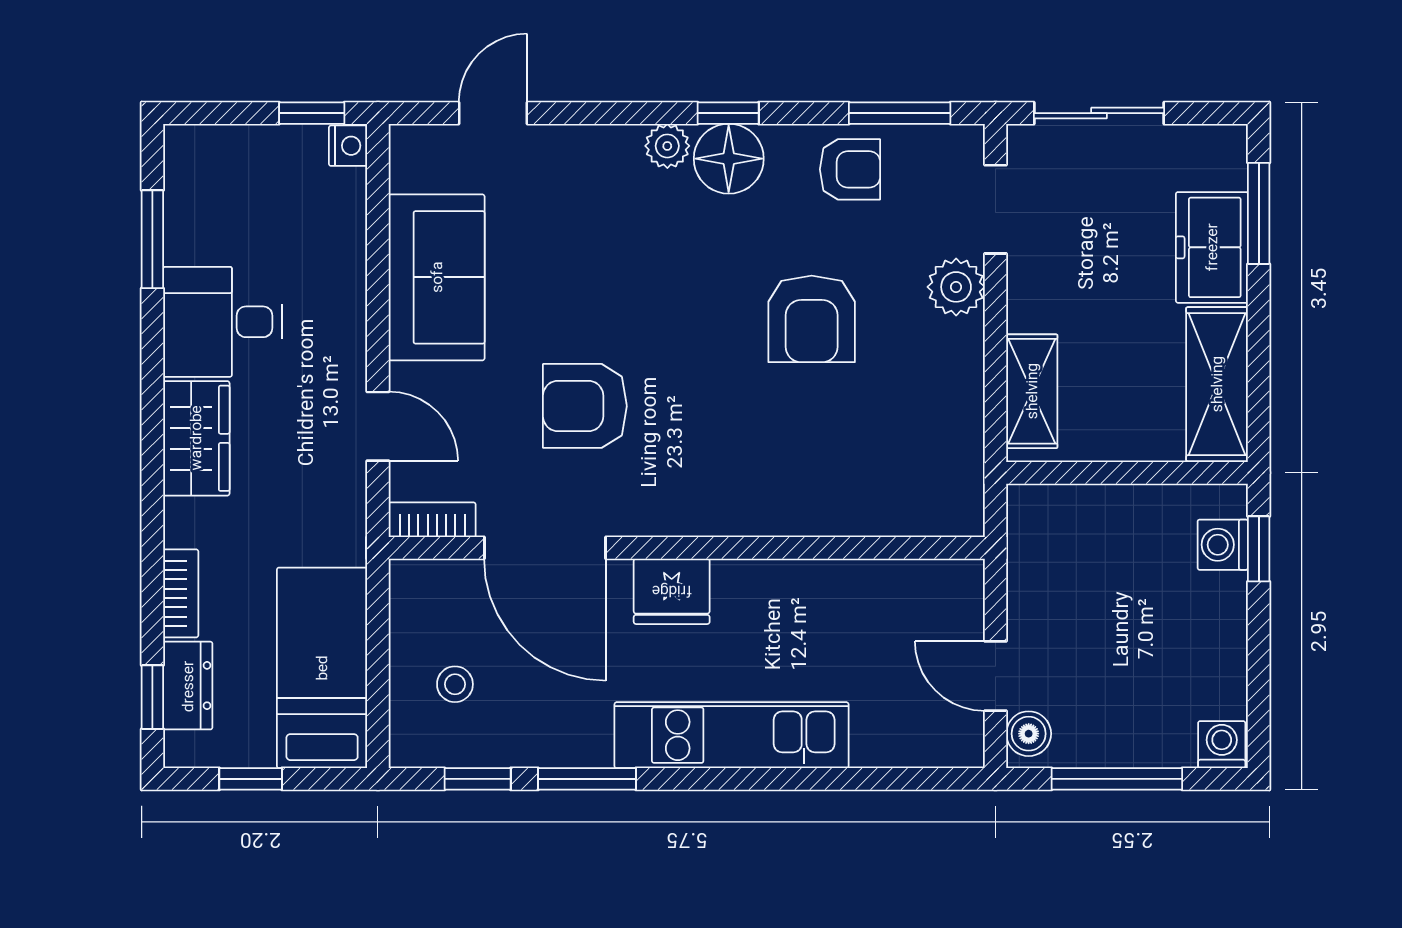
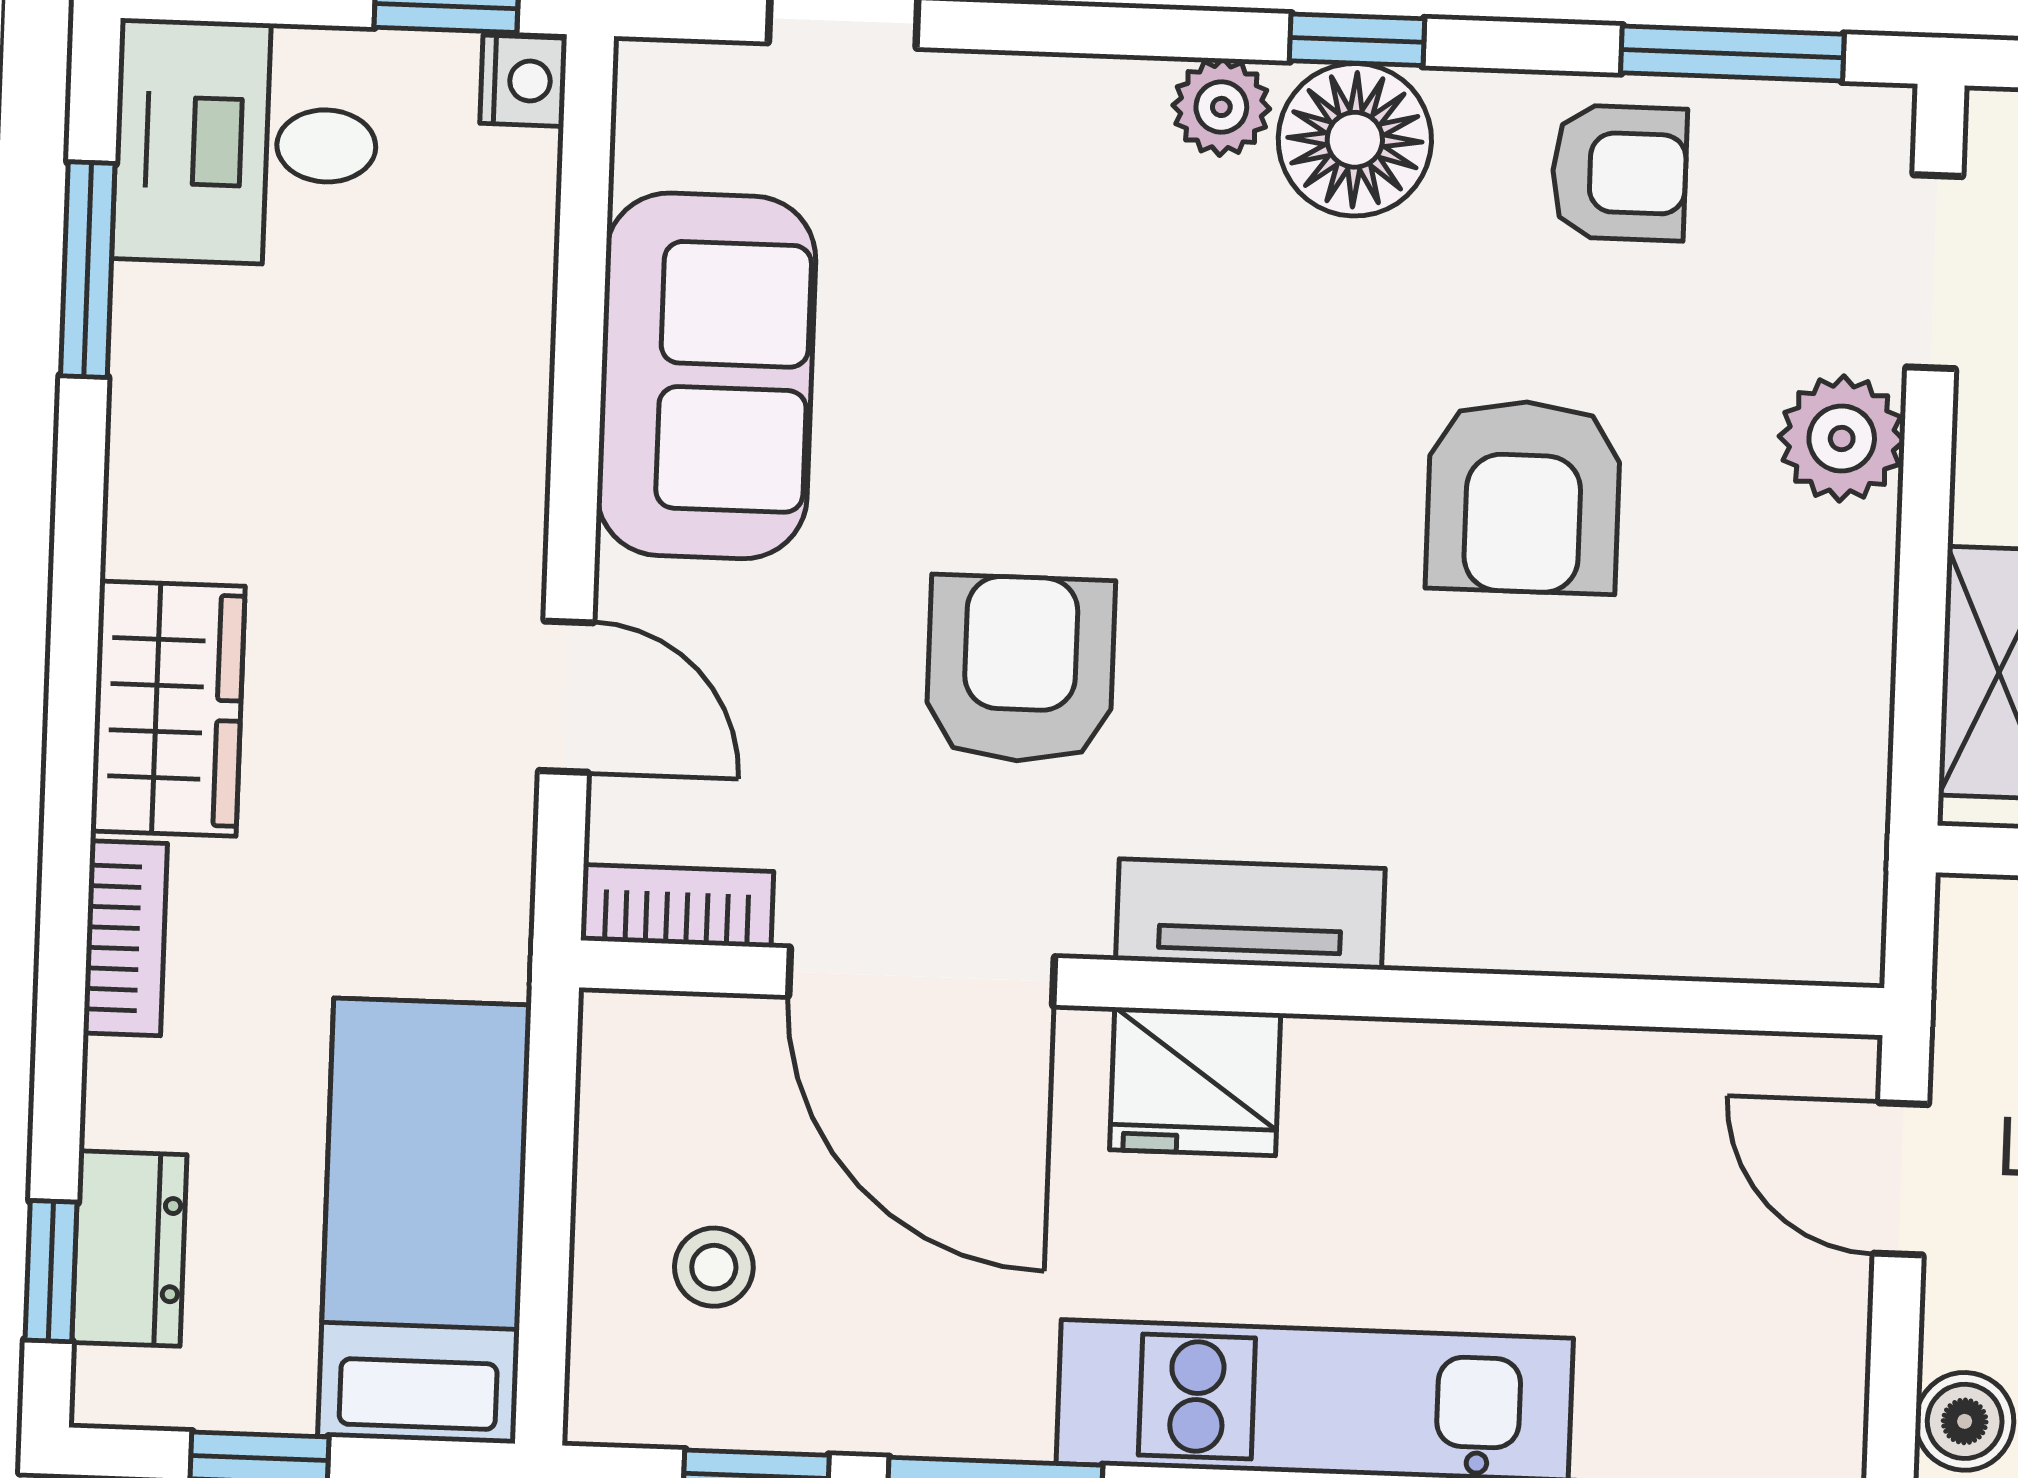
desk: (222, 322) -> (246, 143), moved
armchair: (585, 406) -> (1020, 669), turned 90
tv unit: (694, 514) -> (1250, 914), added
bookcase: (181, 593) -> (125, 938), moved
door: (995, 676) -> (1901, 1179), moved

